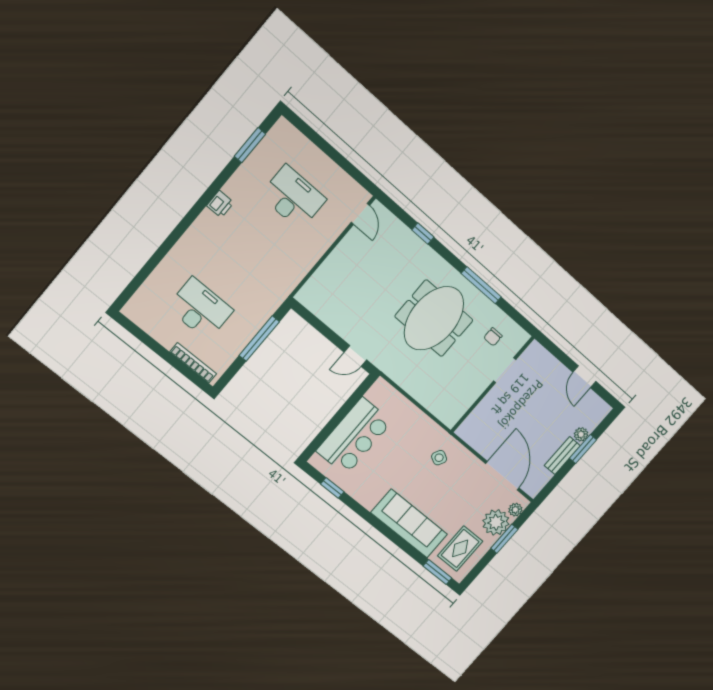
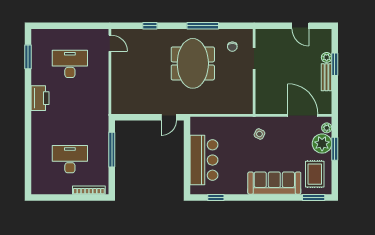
printer: (220, 204) -> (40, 98), width x1.87, depth x1.48

